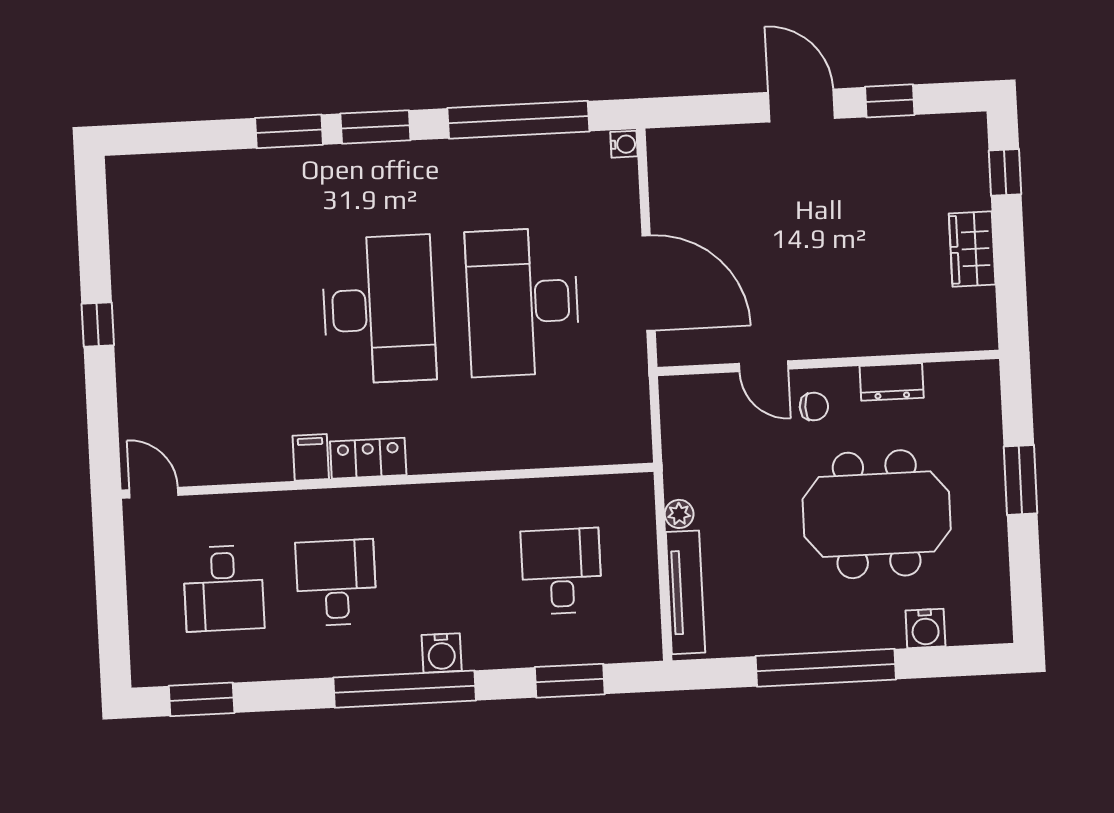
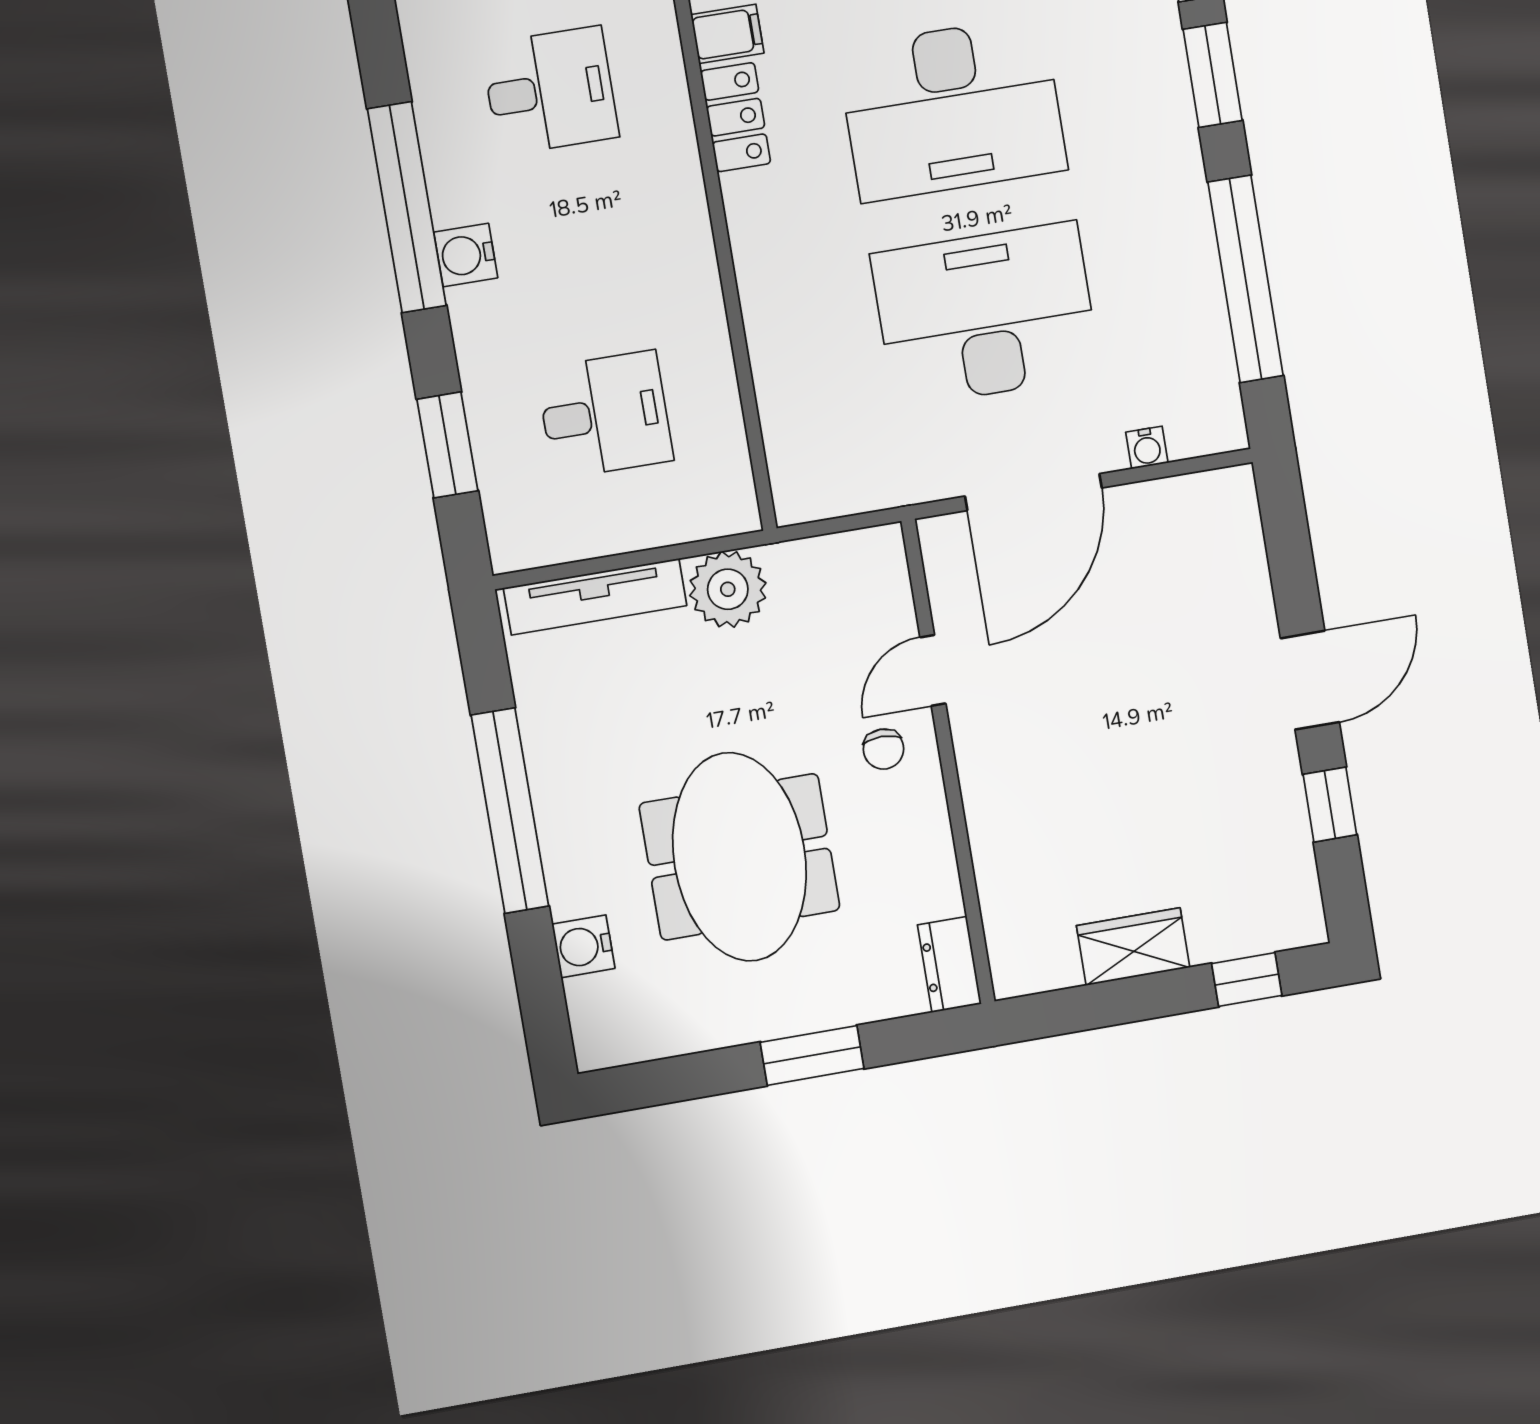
water cooler: (624, 144) -> (1147, 448), moved
dresser: (892, 382) -> (949, 964), moved
plant: (679, 514) -> (728, 589), width x1.87, depth x1.87

